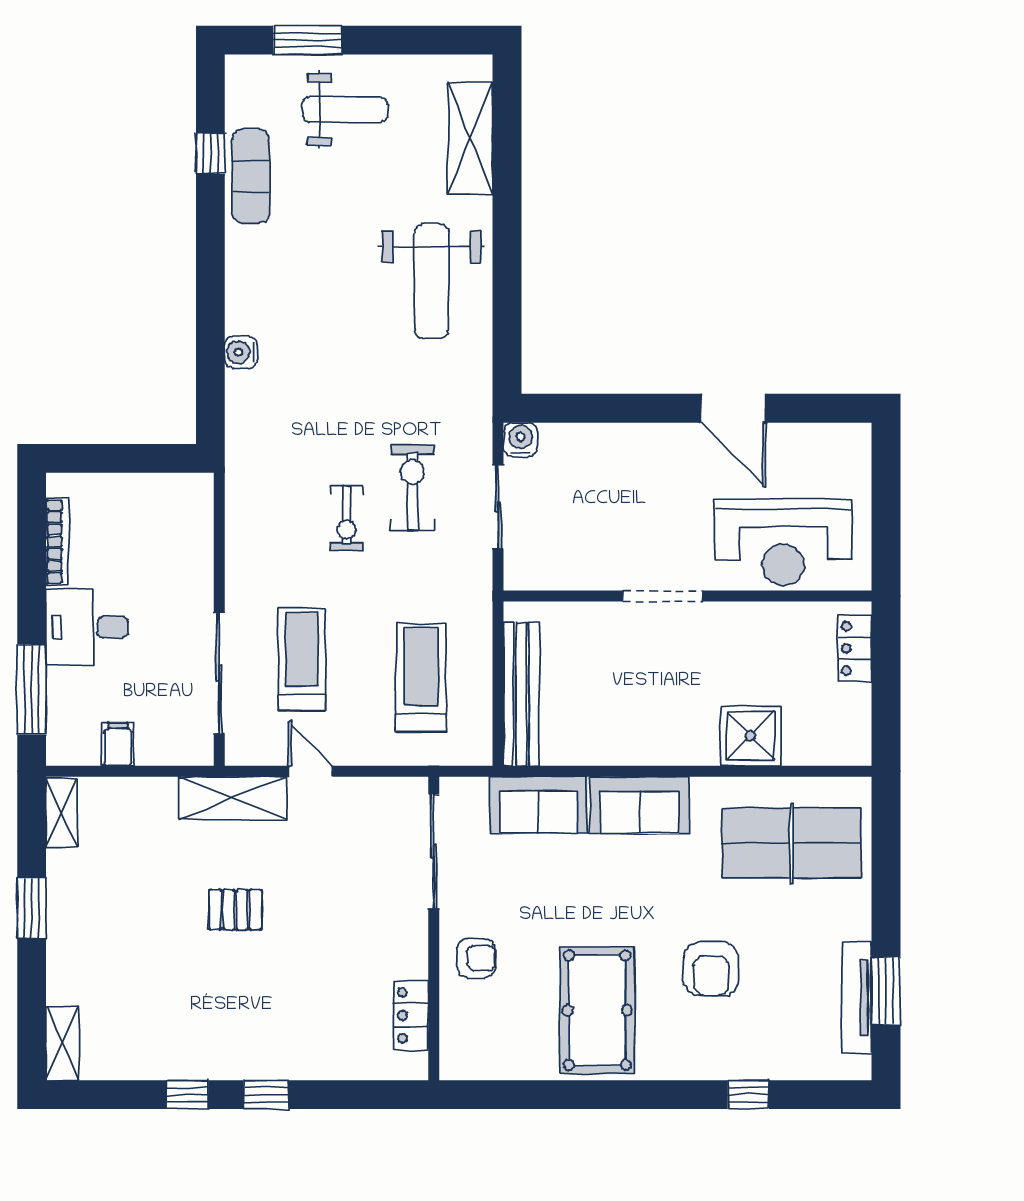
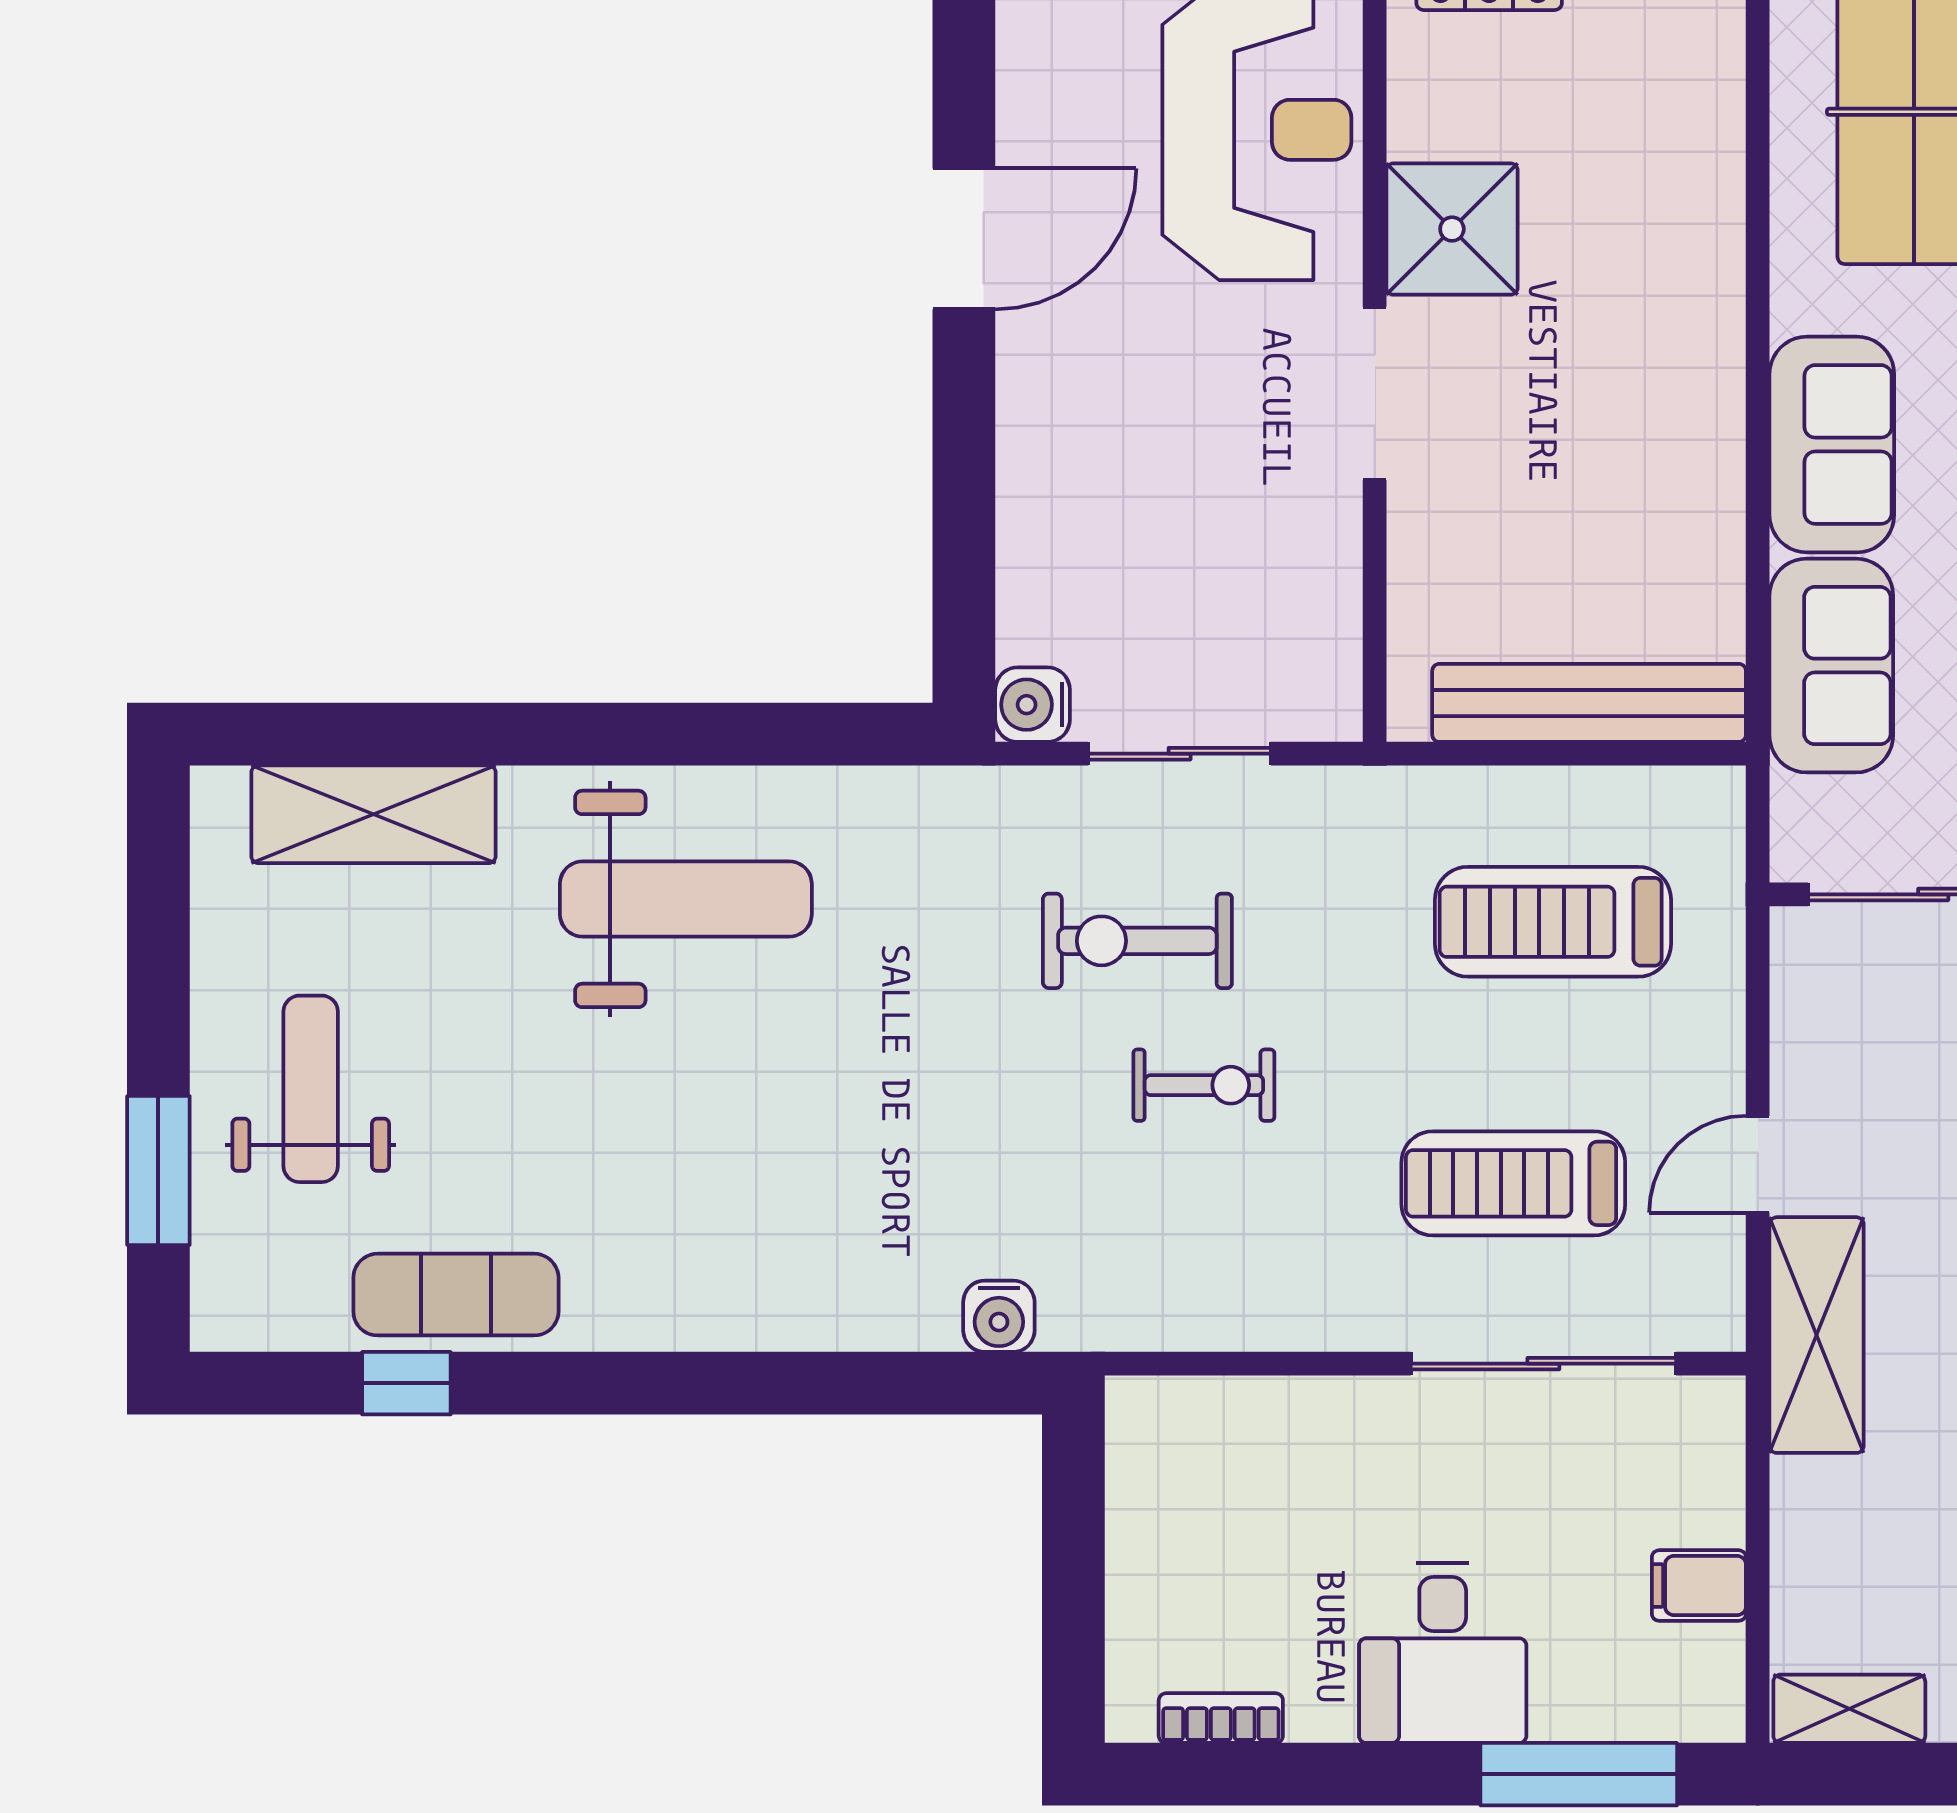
water cooler: (241, 352) -> (999, 1316), moved
bookcase: (57, 542) -> (1221, 1718), width x0.64
shower: (751, 736) -> (1452, 229), moved

